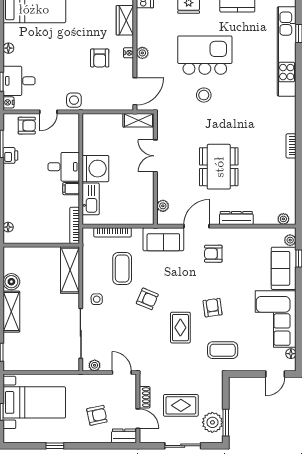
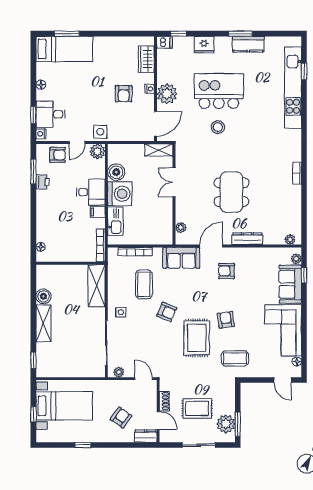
plant: (142, 53) -> (167, 94), width x1.88, depth x1.88
plant: (71, 122) -> (97, 151), added
boiler: (92, 145) -> (116, 172), added
rug: (180, 328) -> (197, 338), width x1.36, depth x1.43
door: (275, 374) -> (283, 380), hinge flipped
armchair: (97, 415) -> (121, 417), turned -43

